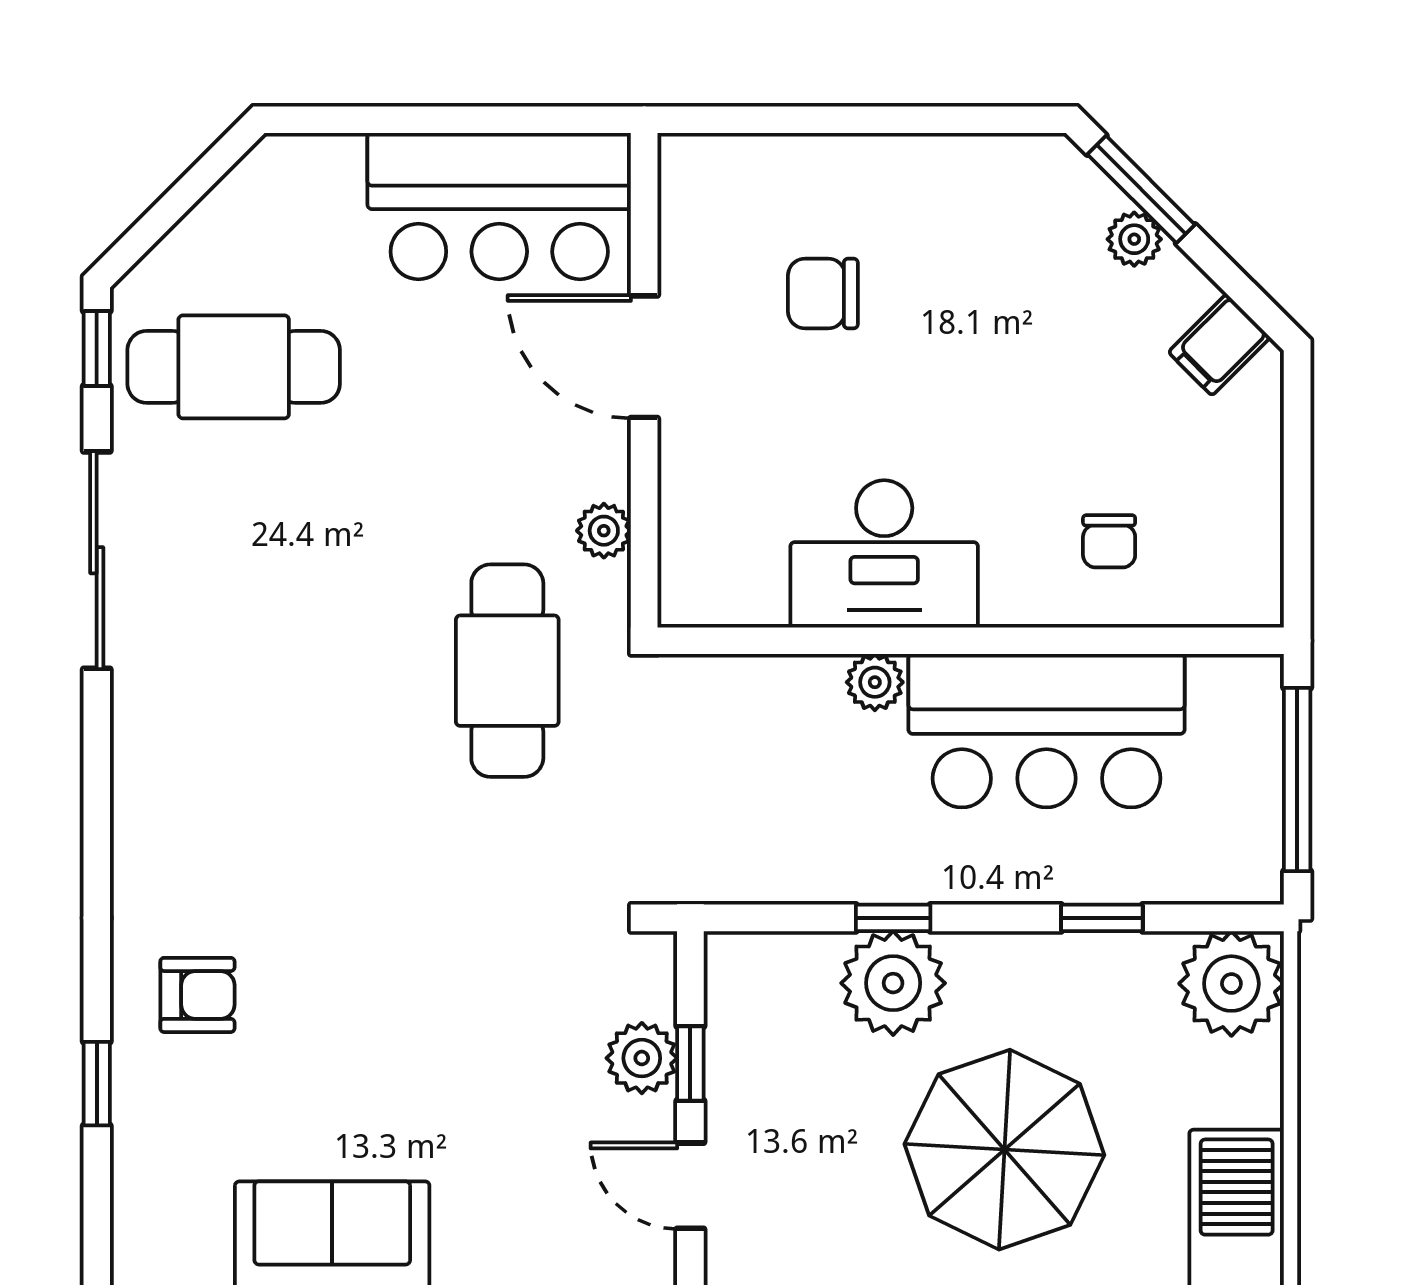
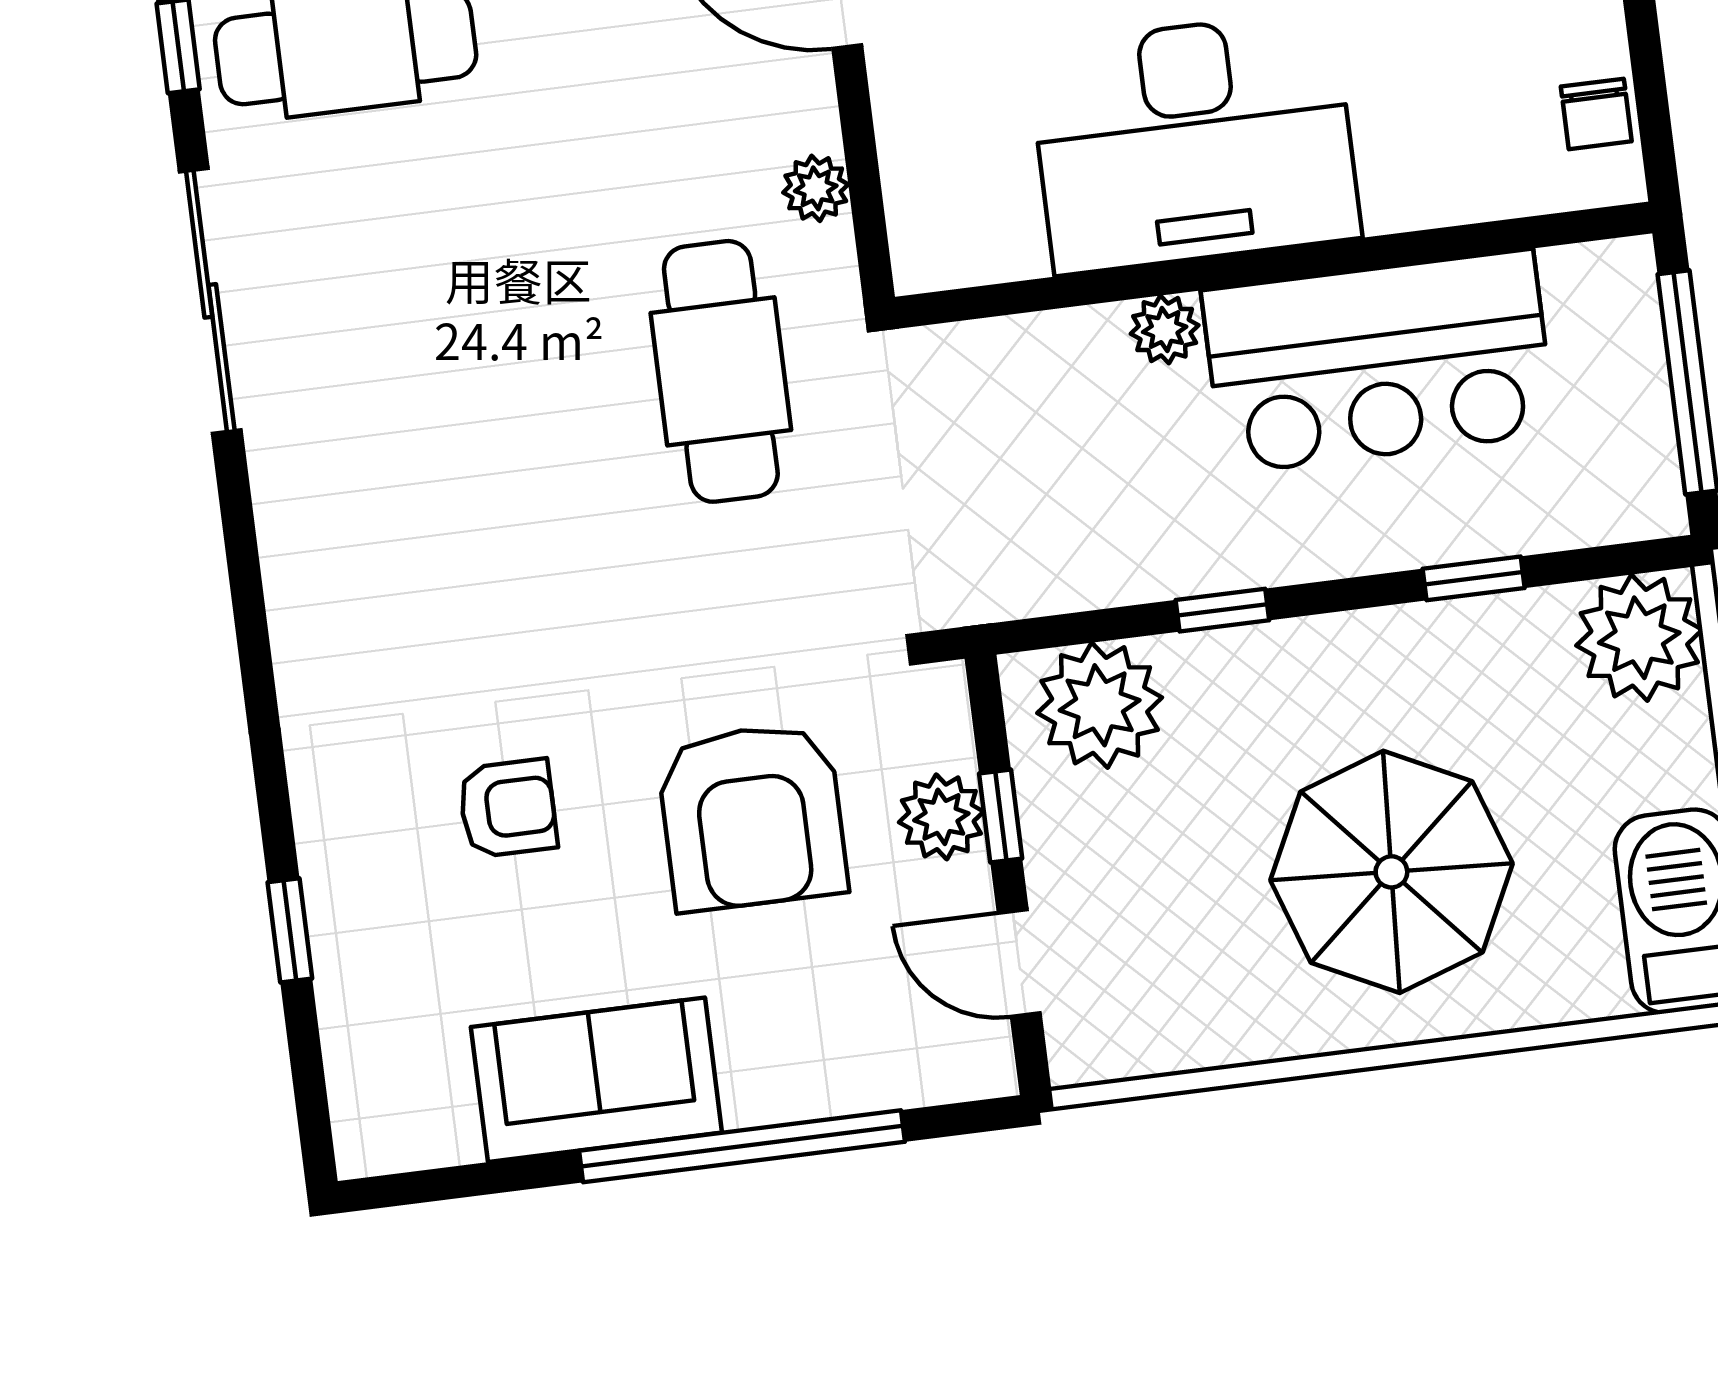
chair: (1109, 541) -> (1596, 114), moved
desk: (884, 554) -> (1194, 142), width x1.36, depth x1.30
plant: (893, 983) -> (1100, 705), moved
armchair: (197, 995) -> (508, 808), moved
armchair: (487, 1038) -> (752, 817), added

